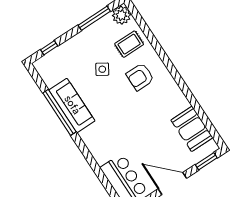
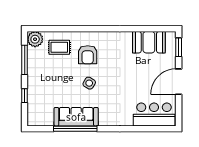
rug: (129, 44) -> (59, 47), turned 90
window: (49, 48) -> (25, 96), moved
side table: (102, 69) -> (89, 83), moved

